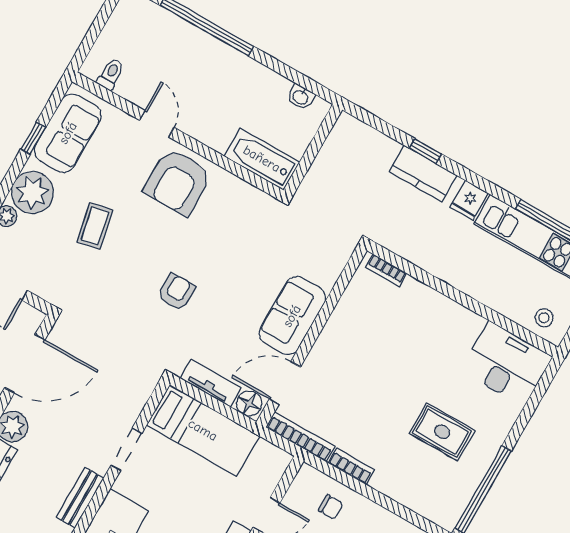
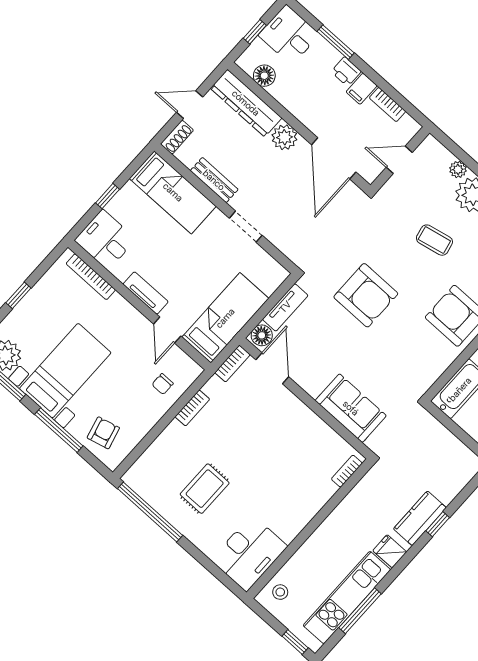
armchair: (176, 292) -> (366, 295), width x1.88, depth x1.88
sofa: (292, 316) -> (351, 408), moved
bed: (203, 430) -> (225, 318), moved, turned 180
bookcase: (300, 437) -> (232, 364), width x0.64

